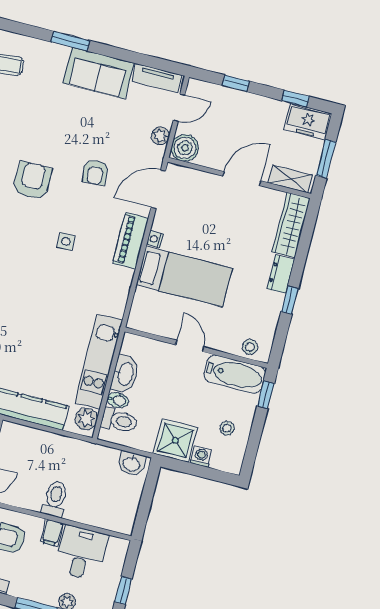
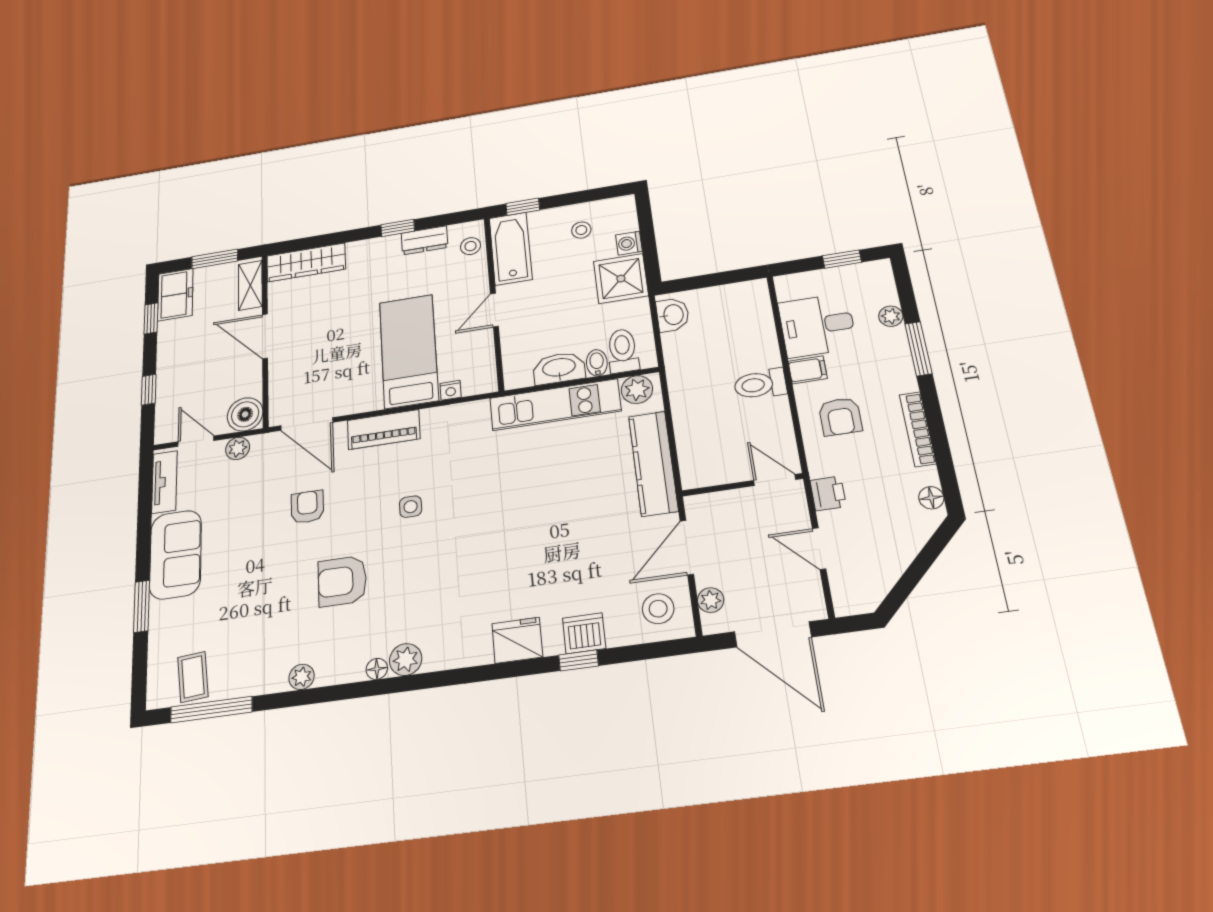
armchair: (95, 172) -> (307, 507), turned -86
nightstand: (155, 239) -> (451, 390), moved
dresser: (281, 274) -> (424, 240), moved

